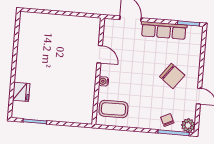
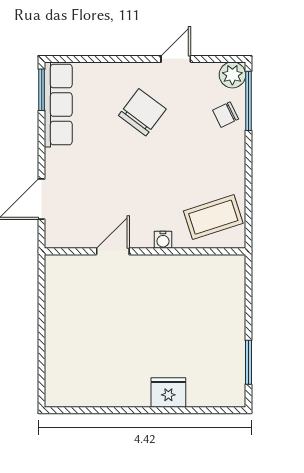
row of seats: (164, 30) -> (58, 104), moved
fridge: (21, 92) -> (168, 392), moved
coffee table: (113, 109) -> (213, 217), turned 72

